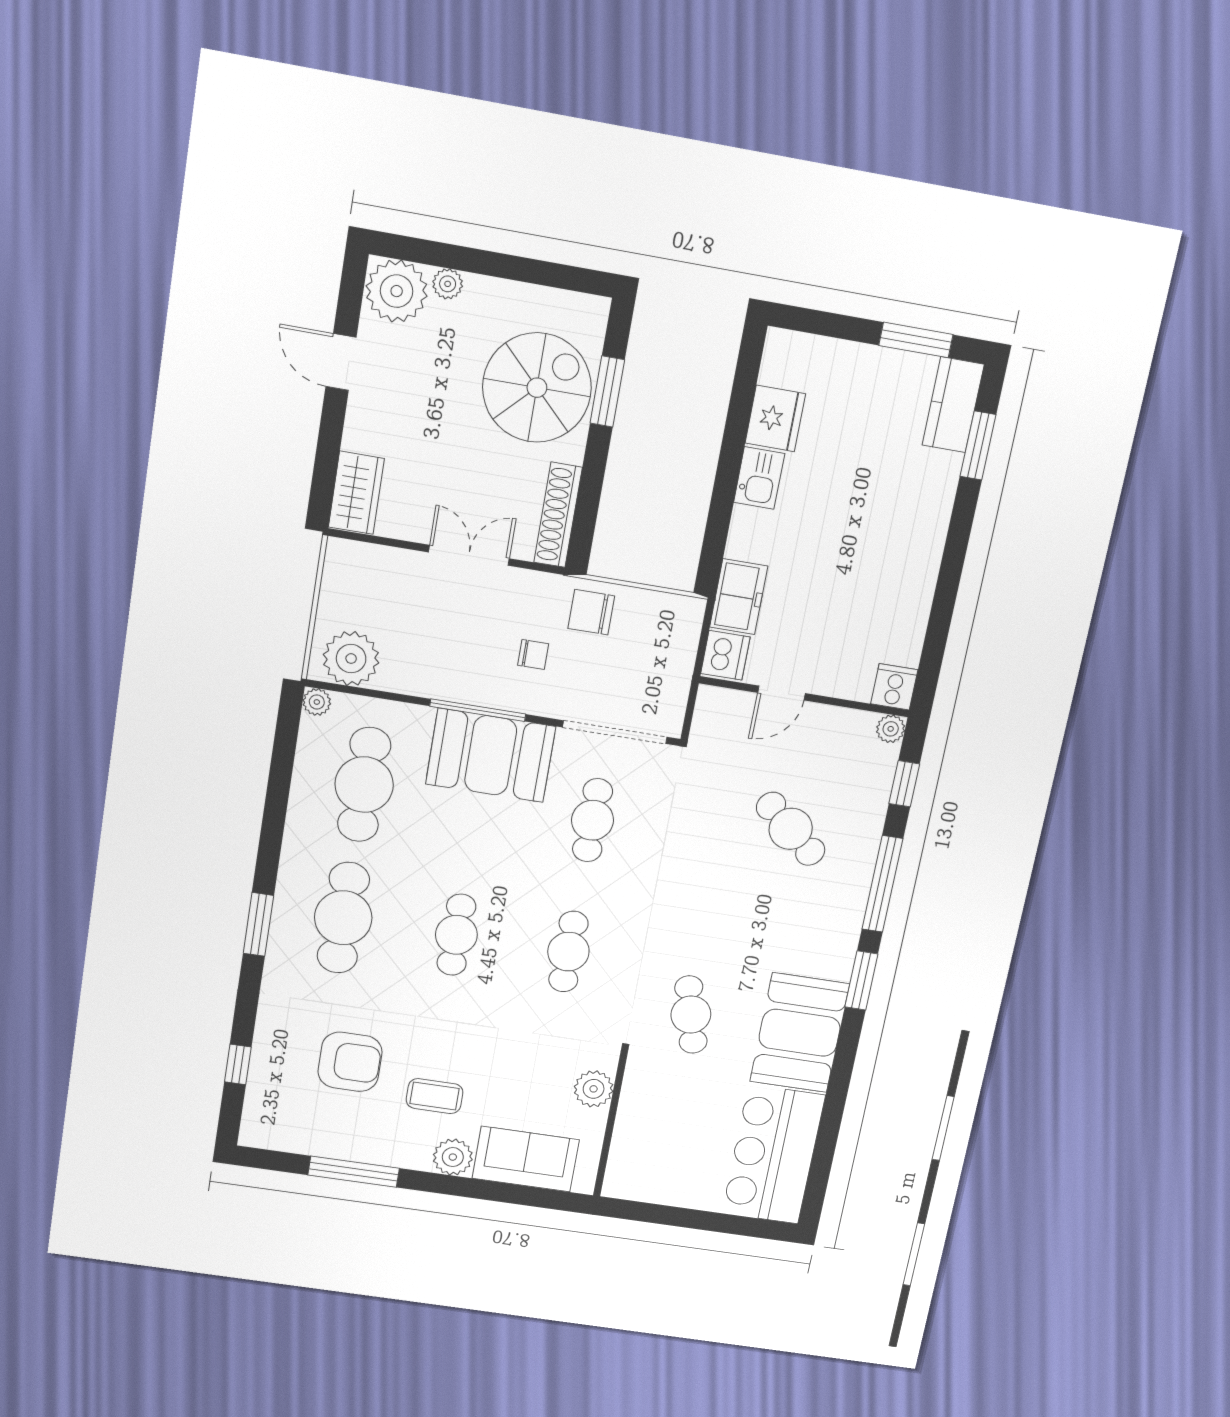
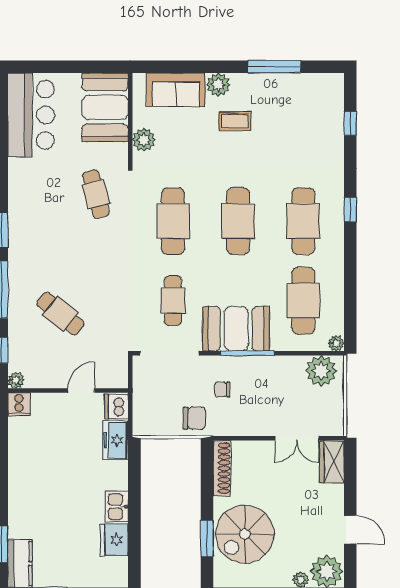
double door: (469, 555) -> (297, 438), moved
window: (258, 924) -> (350, 210), width x0.67
cafe table: (456, 935) -> (238, 221), width x1.37, depth x1.35
cafe table: (568, 952) -> (173, 221), width x1.37, depth x1.35
booth: (800, 1033) -> (105, 107), moved
armchair: (350, 1062) -> (287, 135), removed

